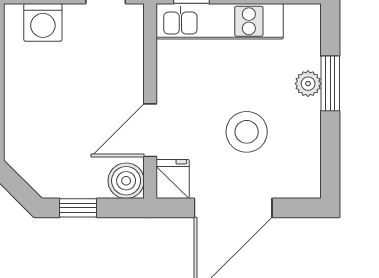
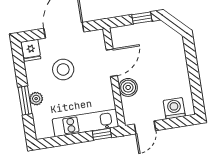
fridge: (173, 179) -> (31, 50), moved
boiler: (126, 181) -> (128, 87), moved

